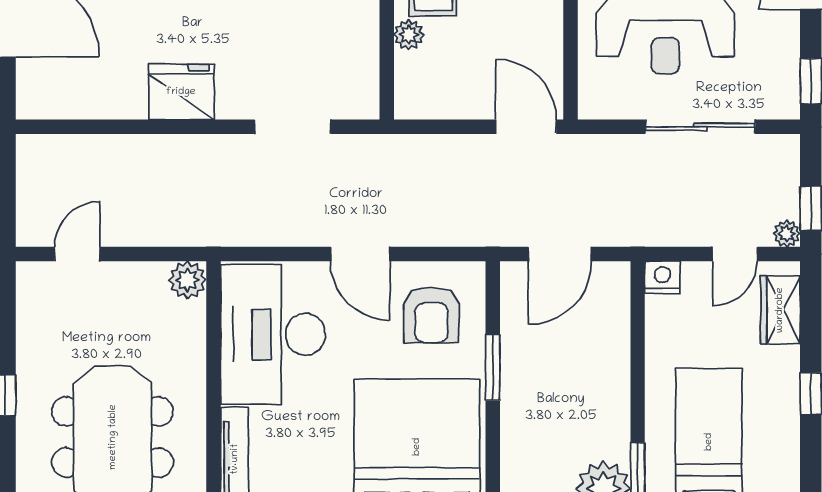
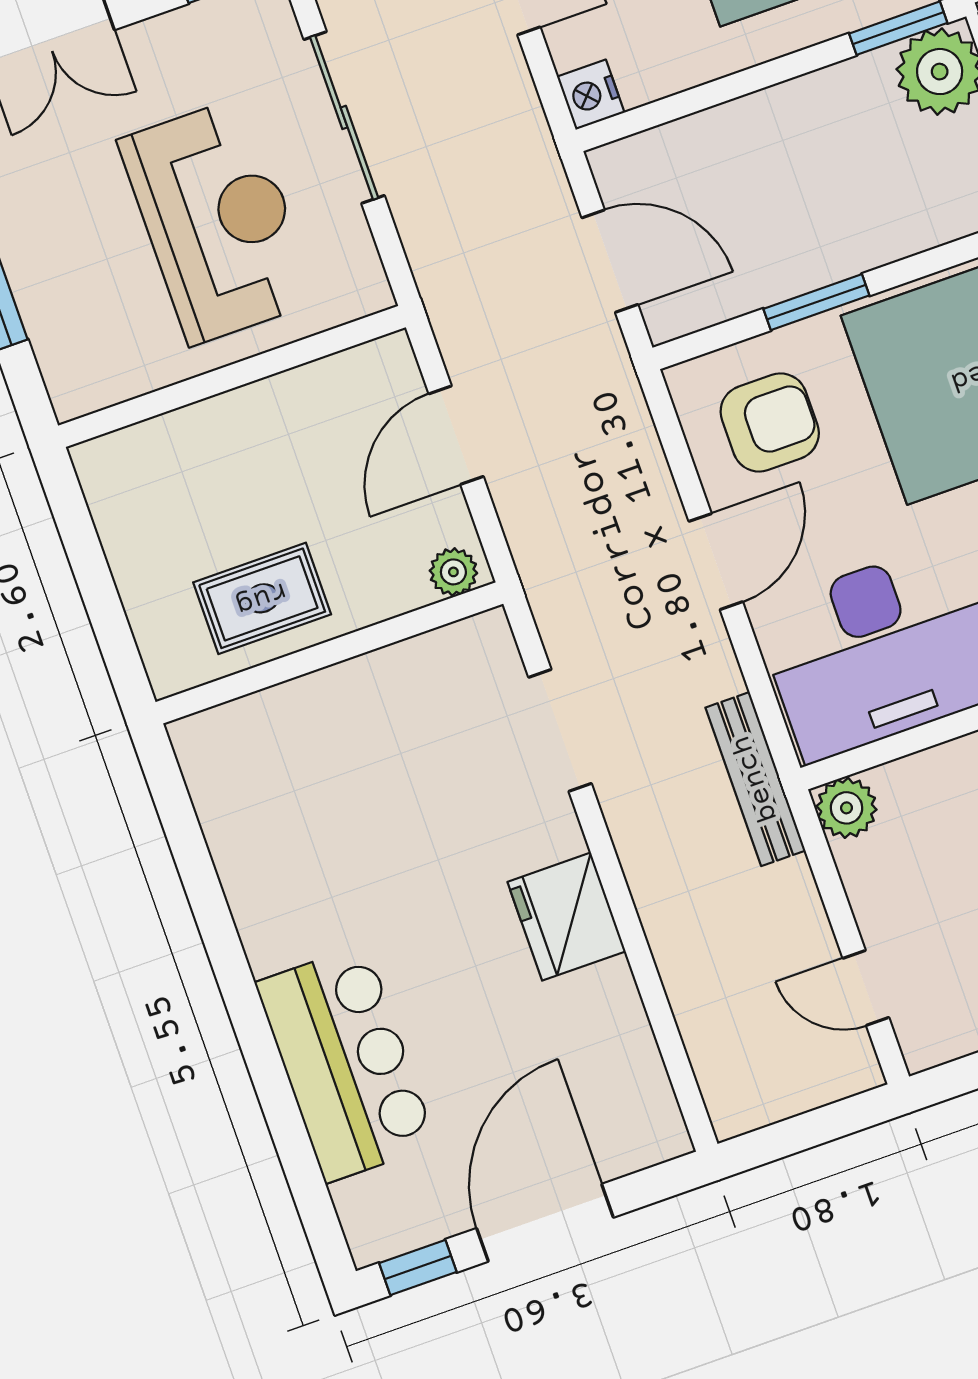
plant: (409, 35) -> (453, 572), moved
door: (526, 127) -> (456, 435), moved
bench: (223, 232) -> (755, 779), added

